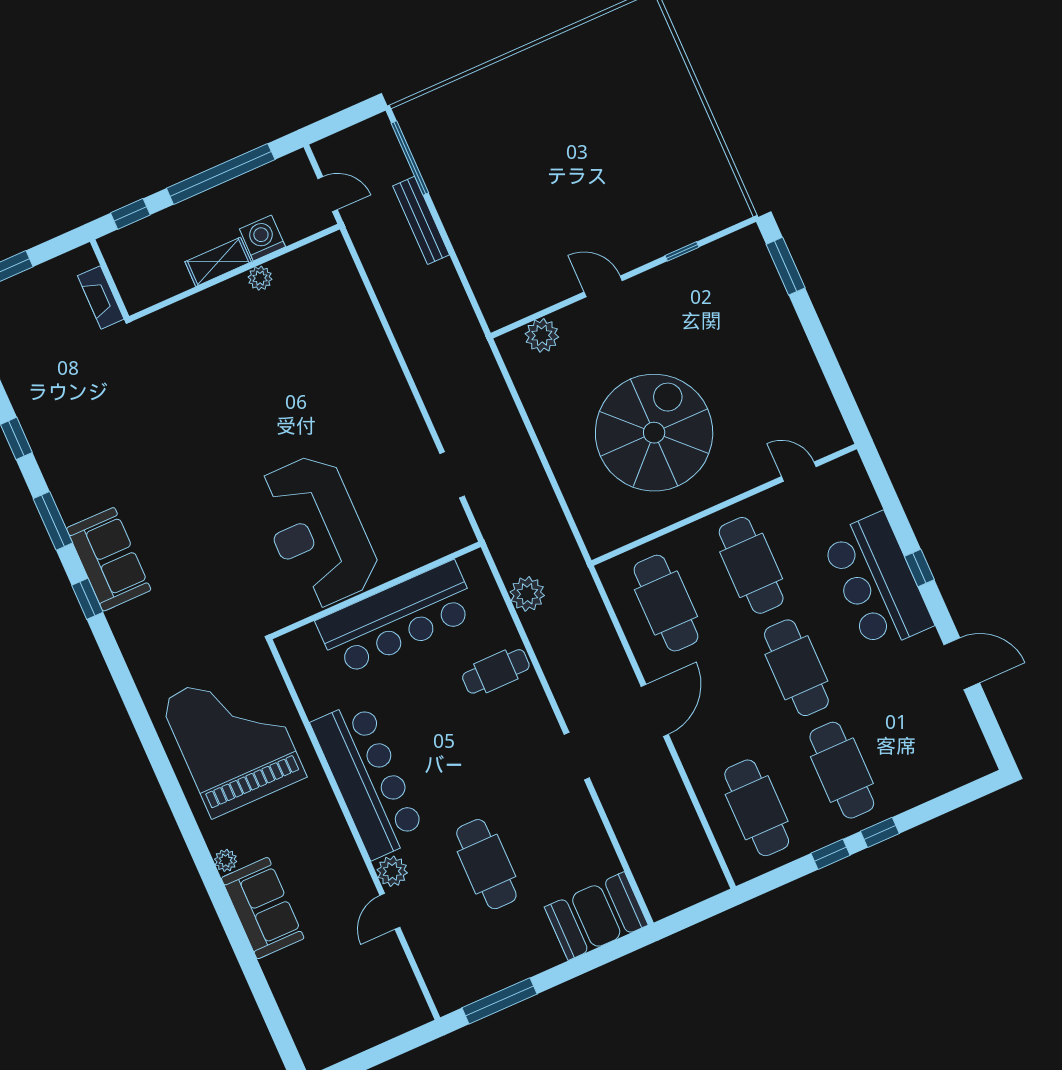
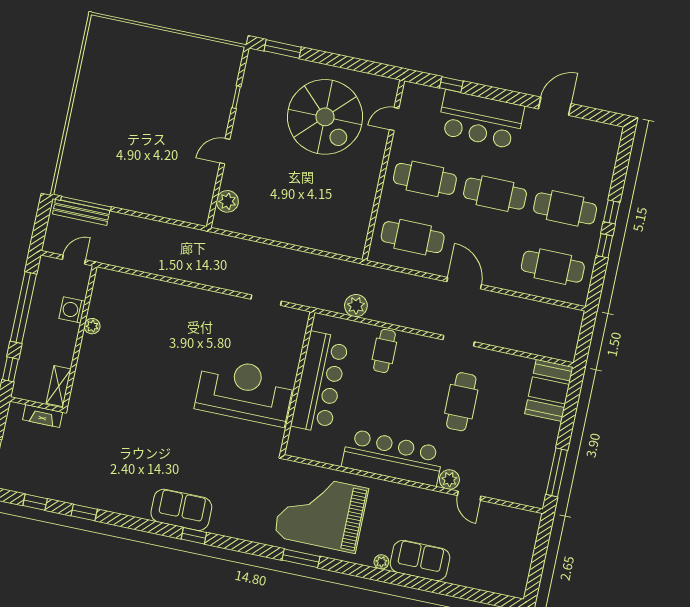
bench: (421, 220) -> (81, 212), moved
shelving: (218, 262) -> (59, 386), moved
spiral stairs: (654, 433) -> (325, 117), moved, turned 180
window: (53, 521) -> (301, 558), moved
reception desk: (317, 531) -> (245, 391), turned 180
window: (919, 568) -> (451, 85), moved
cafe table: (486, 864) -> (461, 402), moved, turned 90

